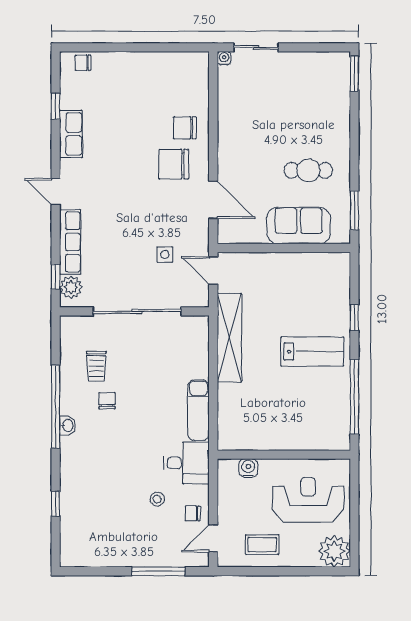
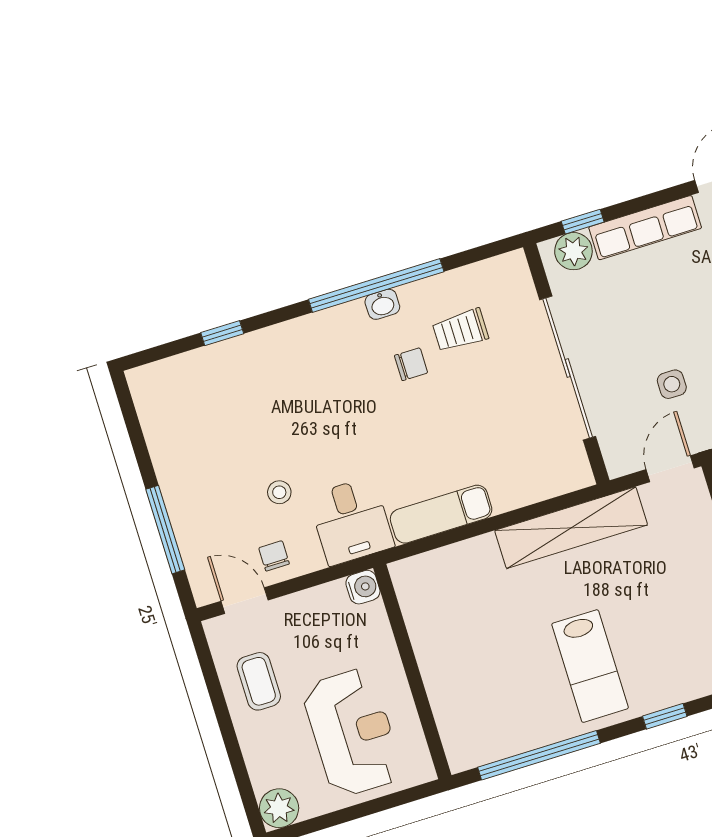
washbasin: (68, 425) -> (382, 304), moved
water cooler: (248, 468) -> (363, 587), moved
plant: (334, 551) -> (279, 808), width x0.73, depth x0.73

